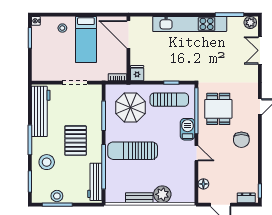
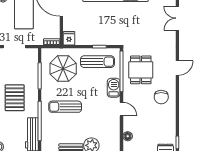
sun lounger: (133, 151) -> (65, 107), width x0.73, depth x0.75

